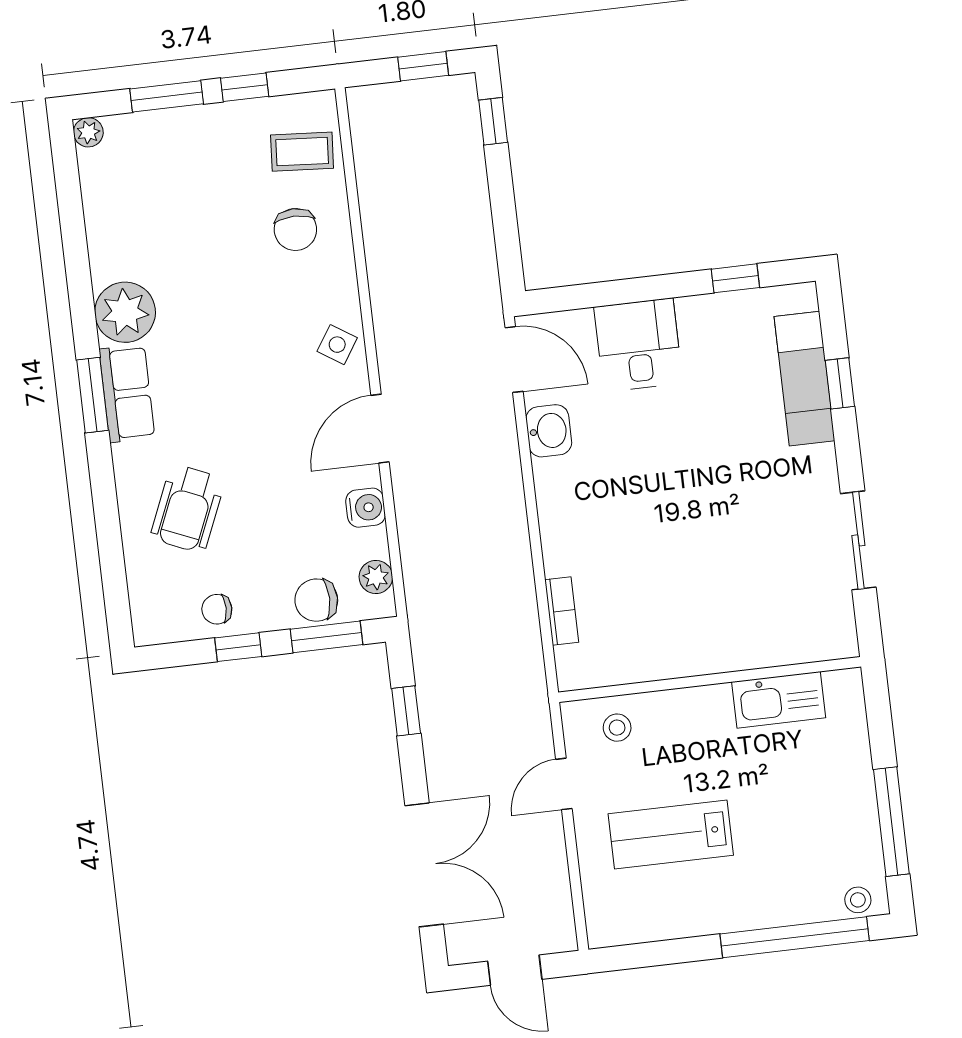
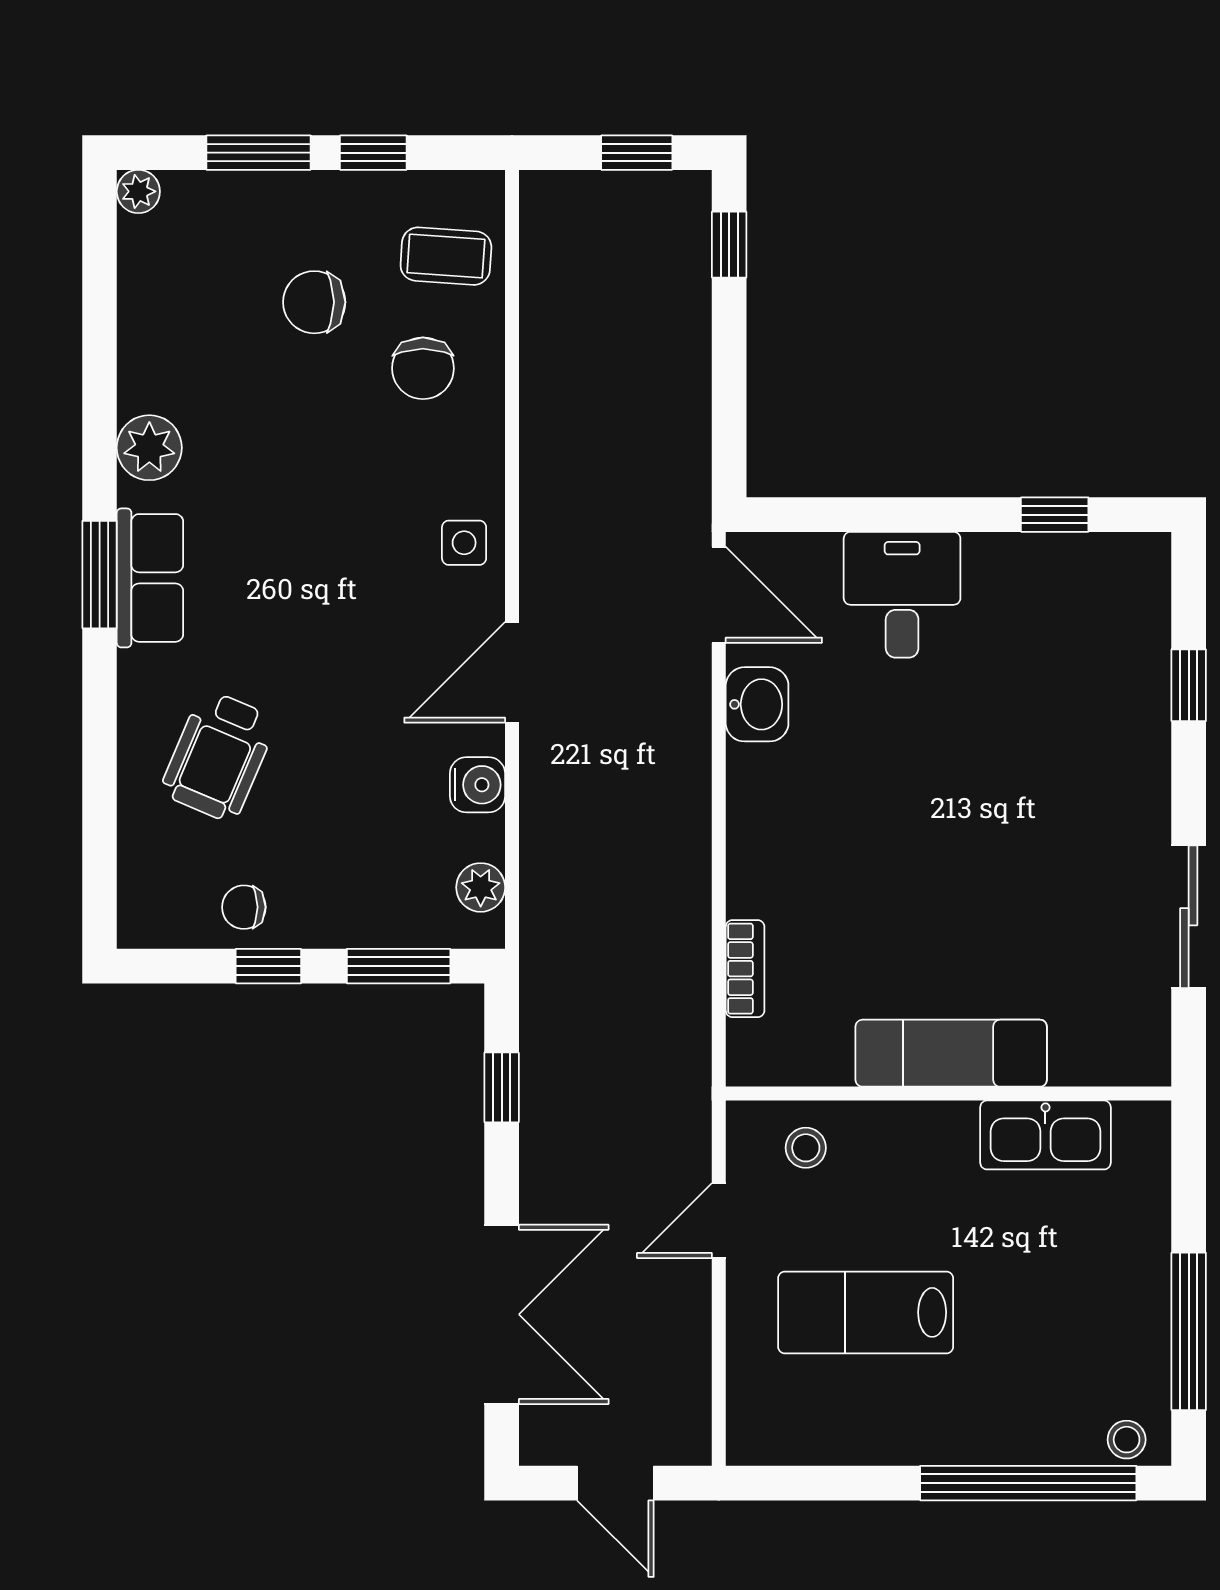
plant: (125, 312) -> (149, 448), width x0.73, depth x0.73
side table: (337, 345) -> (464, 543), turned -33
exam couch: (804, 379) -> (951, 1053), moved, turned 90
chair: (316, 600) -> (314, 302), moved

